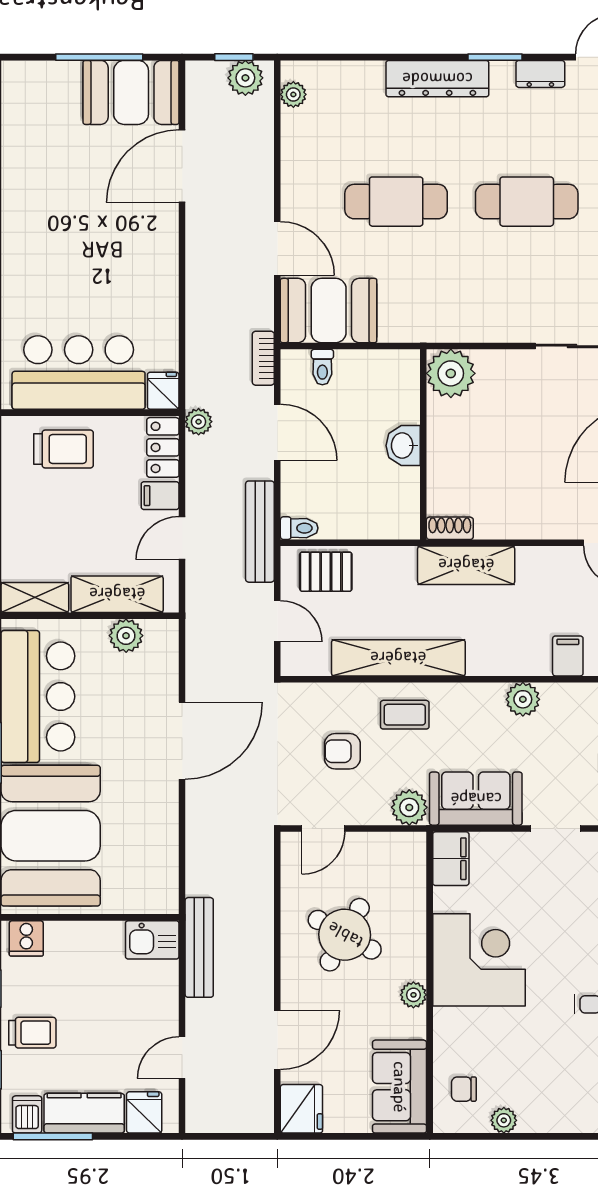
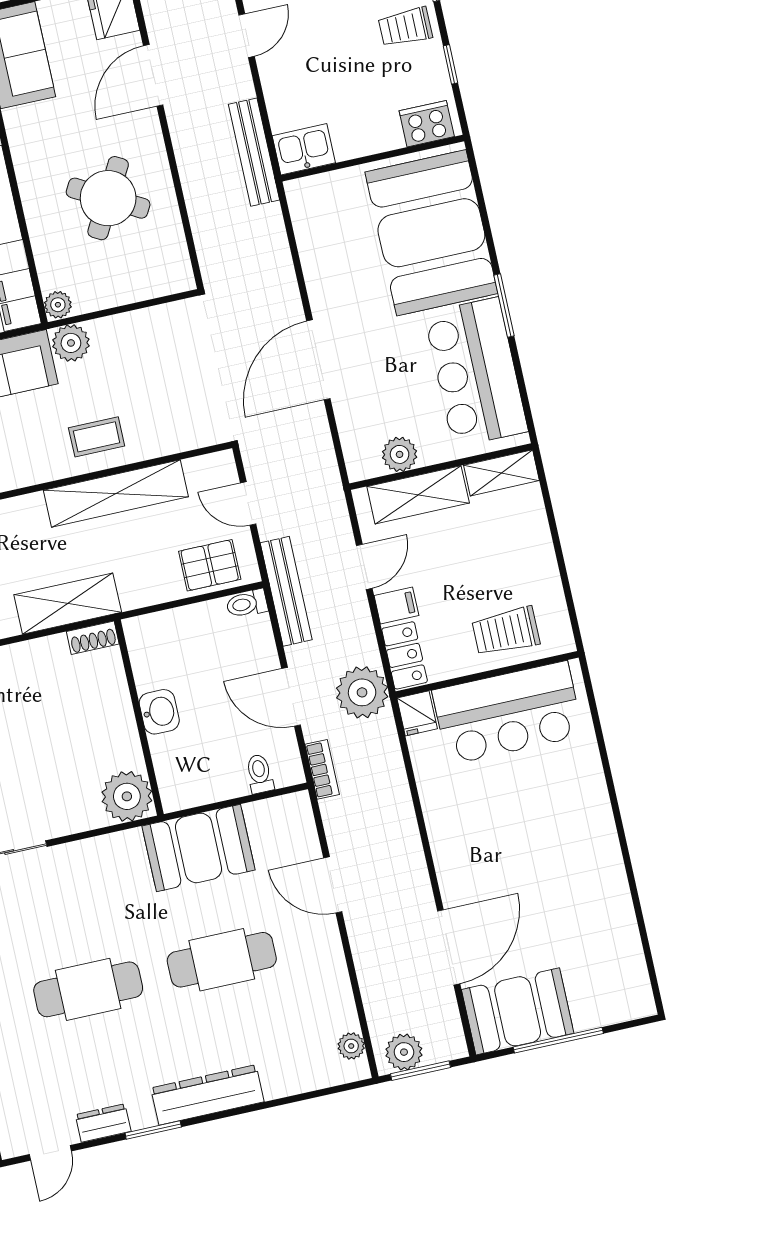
window: (234, 57) -> (420, 1071), width x1.50
booth: (329, 311) -> (199, 848), moved
plant: (199, 422) -> (362, 692), width x1.88, depth x1.88
armchair: (342, 751) -> (152, 385), removed
door: (323, 828) -> (154, 302), removed
cooker: (26, 938) -> (427, 124), width x1.36
plant: (413, 995) -> (58, 305), moved

